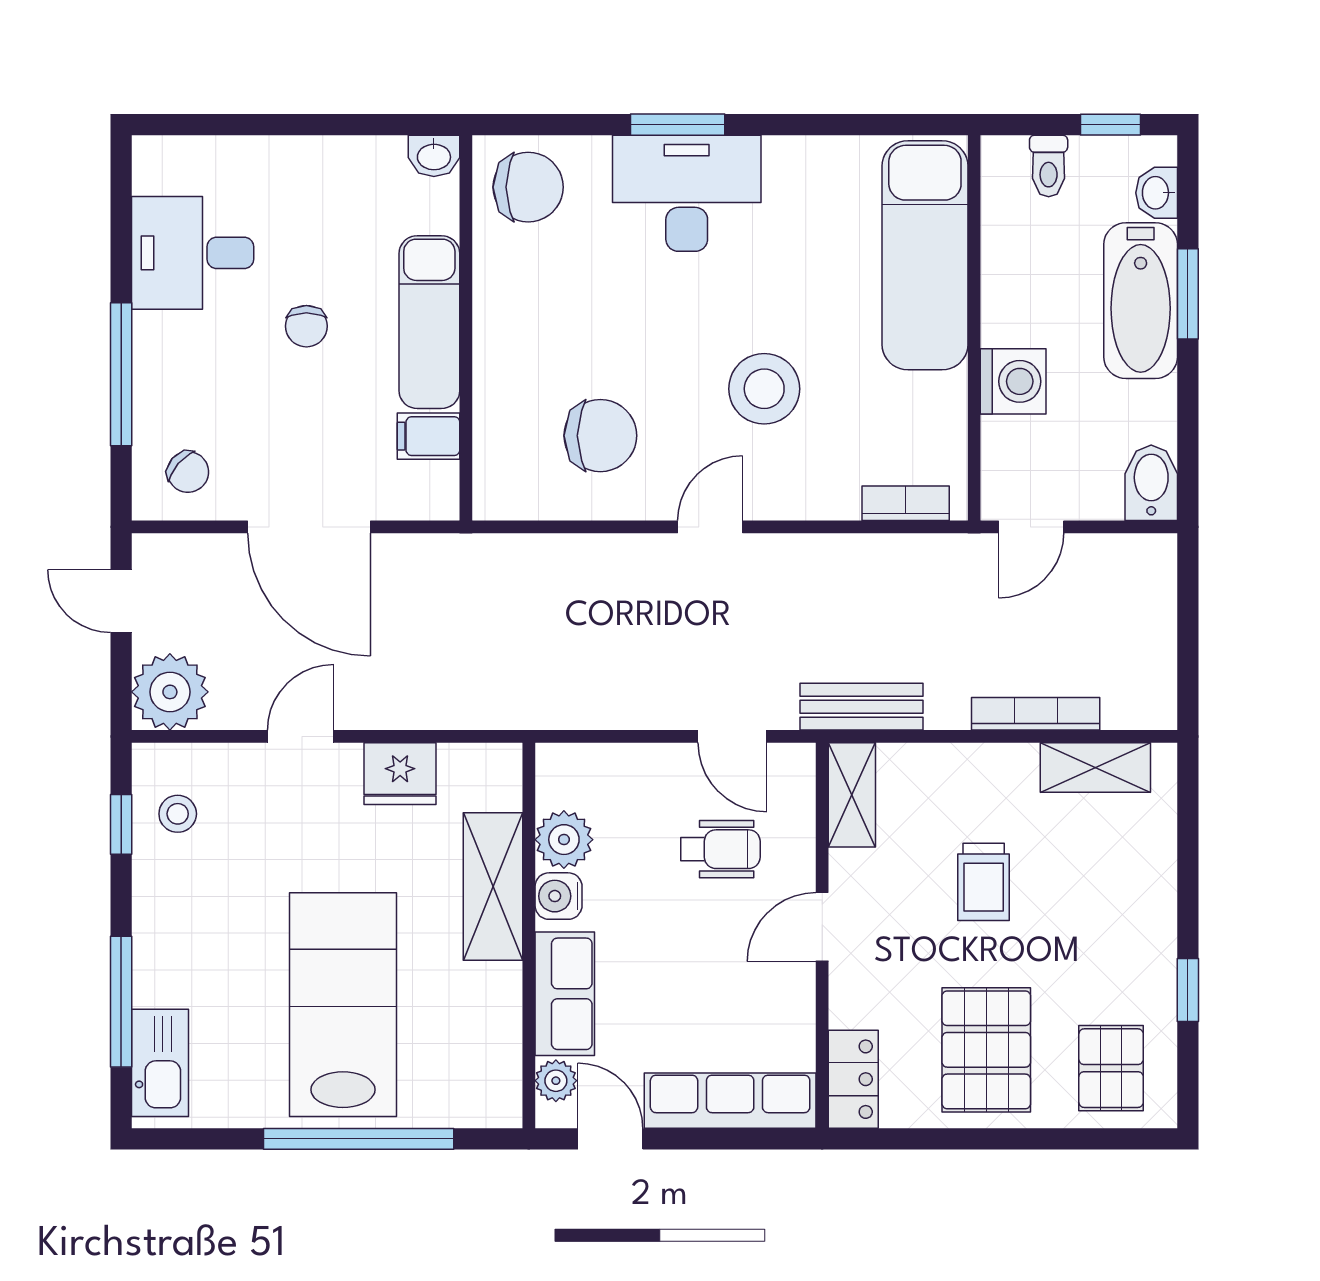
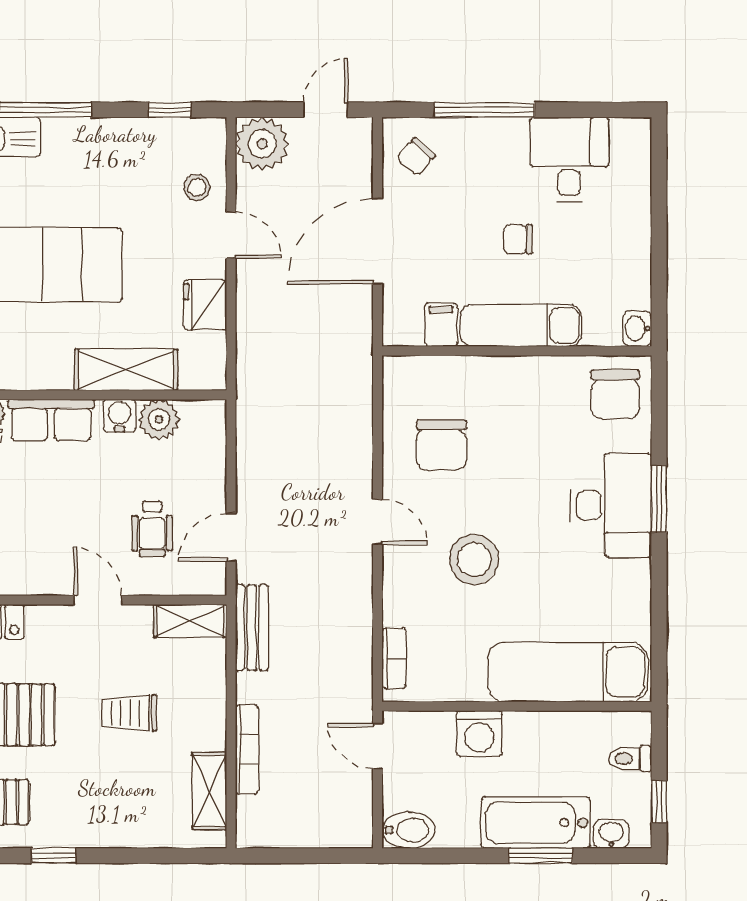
stool: (178, 814) -> (197, 187), moved

